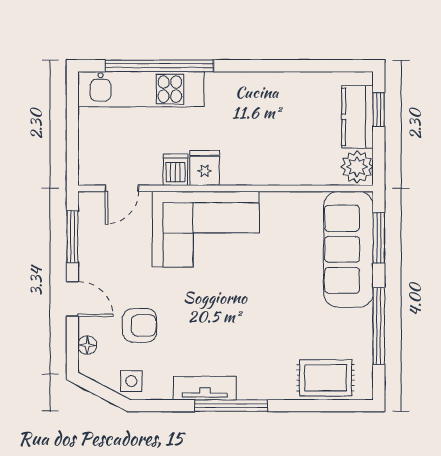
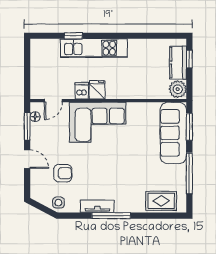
window: (159, 66) -> (73, 36), width x0.32
kitchen unit: (141, 89) -> (94, 48), moved
floor lamp: (87, 345) -> (35, 117), moved

